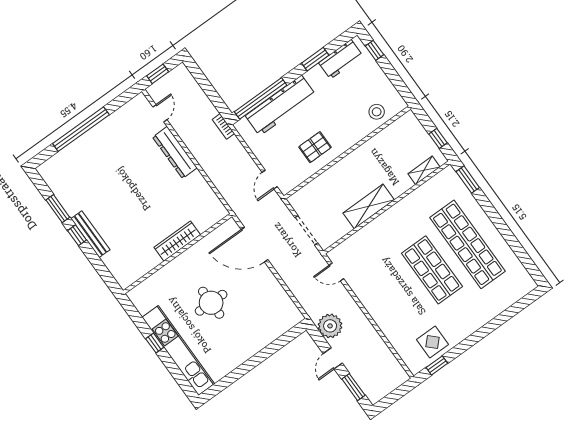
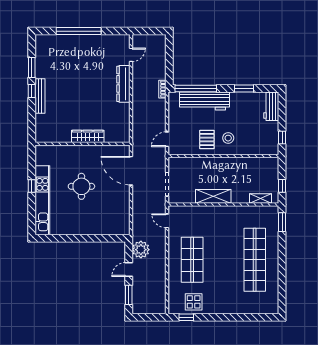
window: (375, 50) -> (282, 138), moved
workbench: (341, 59) -> (271, 106), moved, turned 90
window: (158, 74) -> (146, 31), removed
stool: (377, 112) -> (228, 138), moved
pallet: (315, 147) -> (207, 139), turned 90
shop shelf: (432, 270) -> (192, 260), moved

